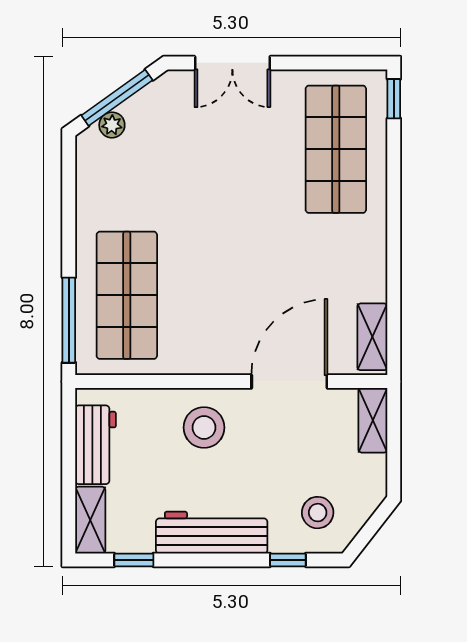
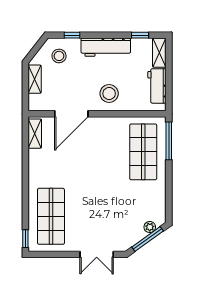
double door: (232, 63) -> (97, 254), swing flipped
shelving: (373, 420) -> (35, 79), moved

